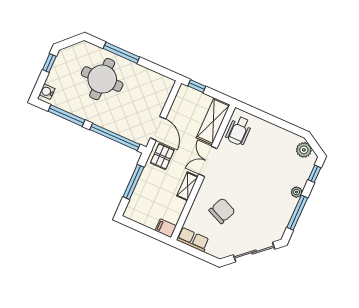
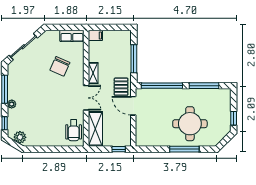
water cooler: (47, 92) -> (226, 97), removed
wheelchair: (239, 131) -> (74, 130), turned 180

